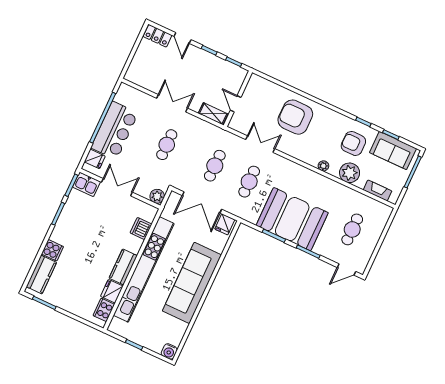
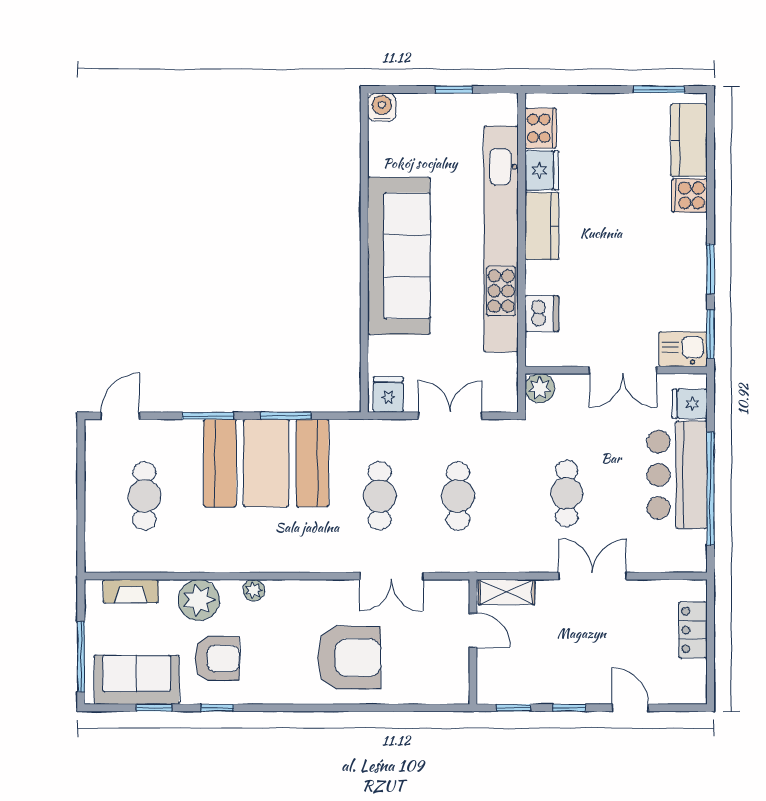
locker: (158, 36) -> (693, 630), moved, turned -90
double door: (172, 103) -> (593, 576), swing flipped
double door: (202, 202) -> (450, 416), width x0.73

